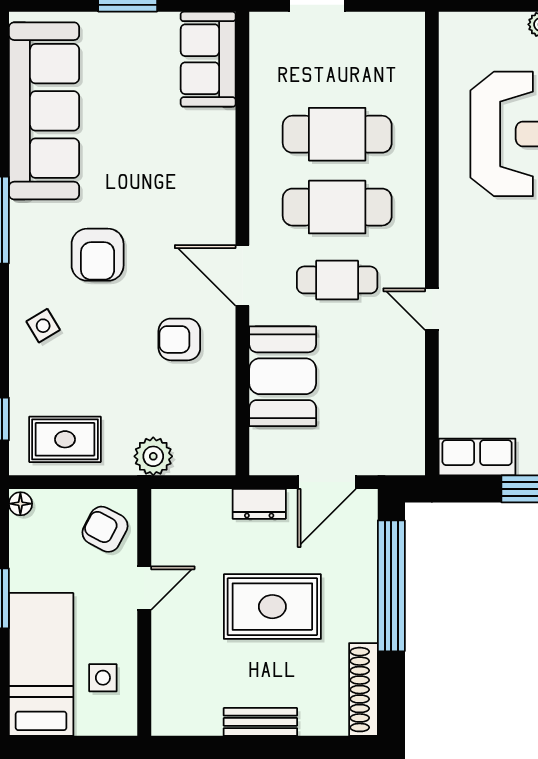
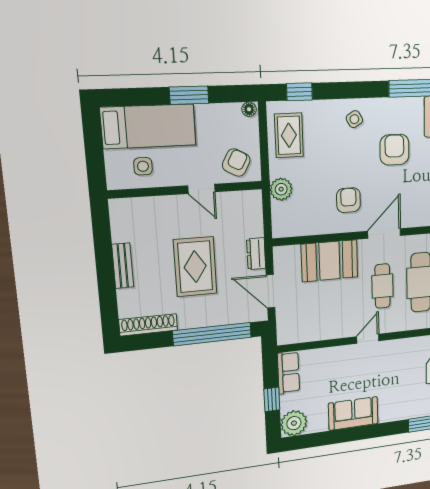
armchair: (98, 255) -> (394, 150), turned 90

